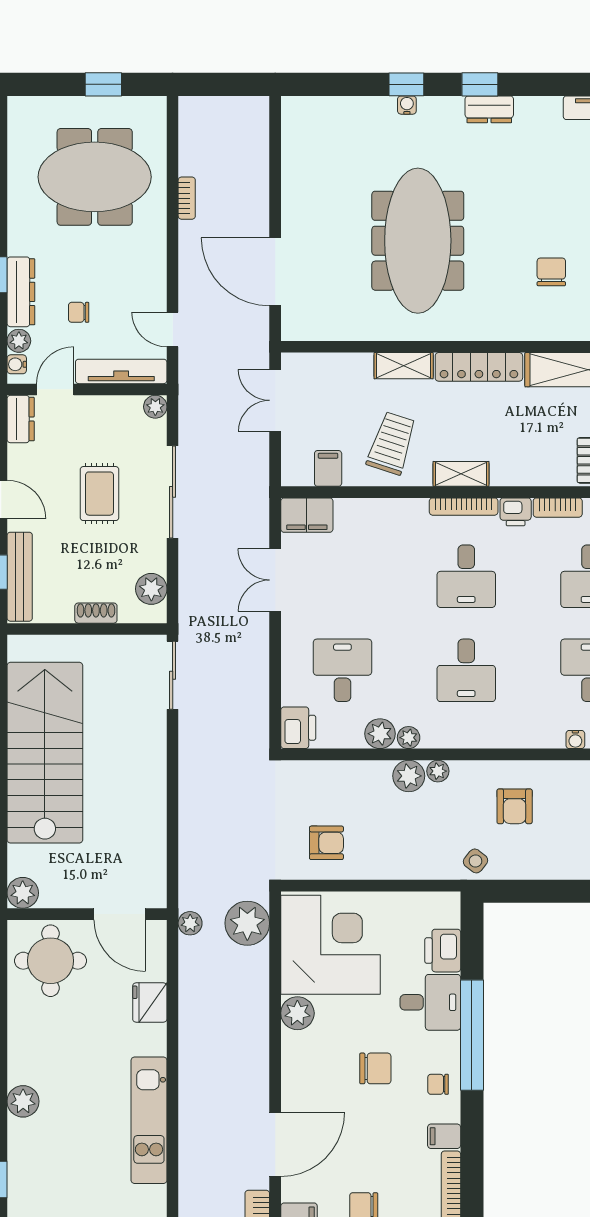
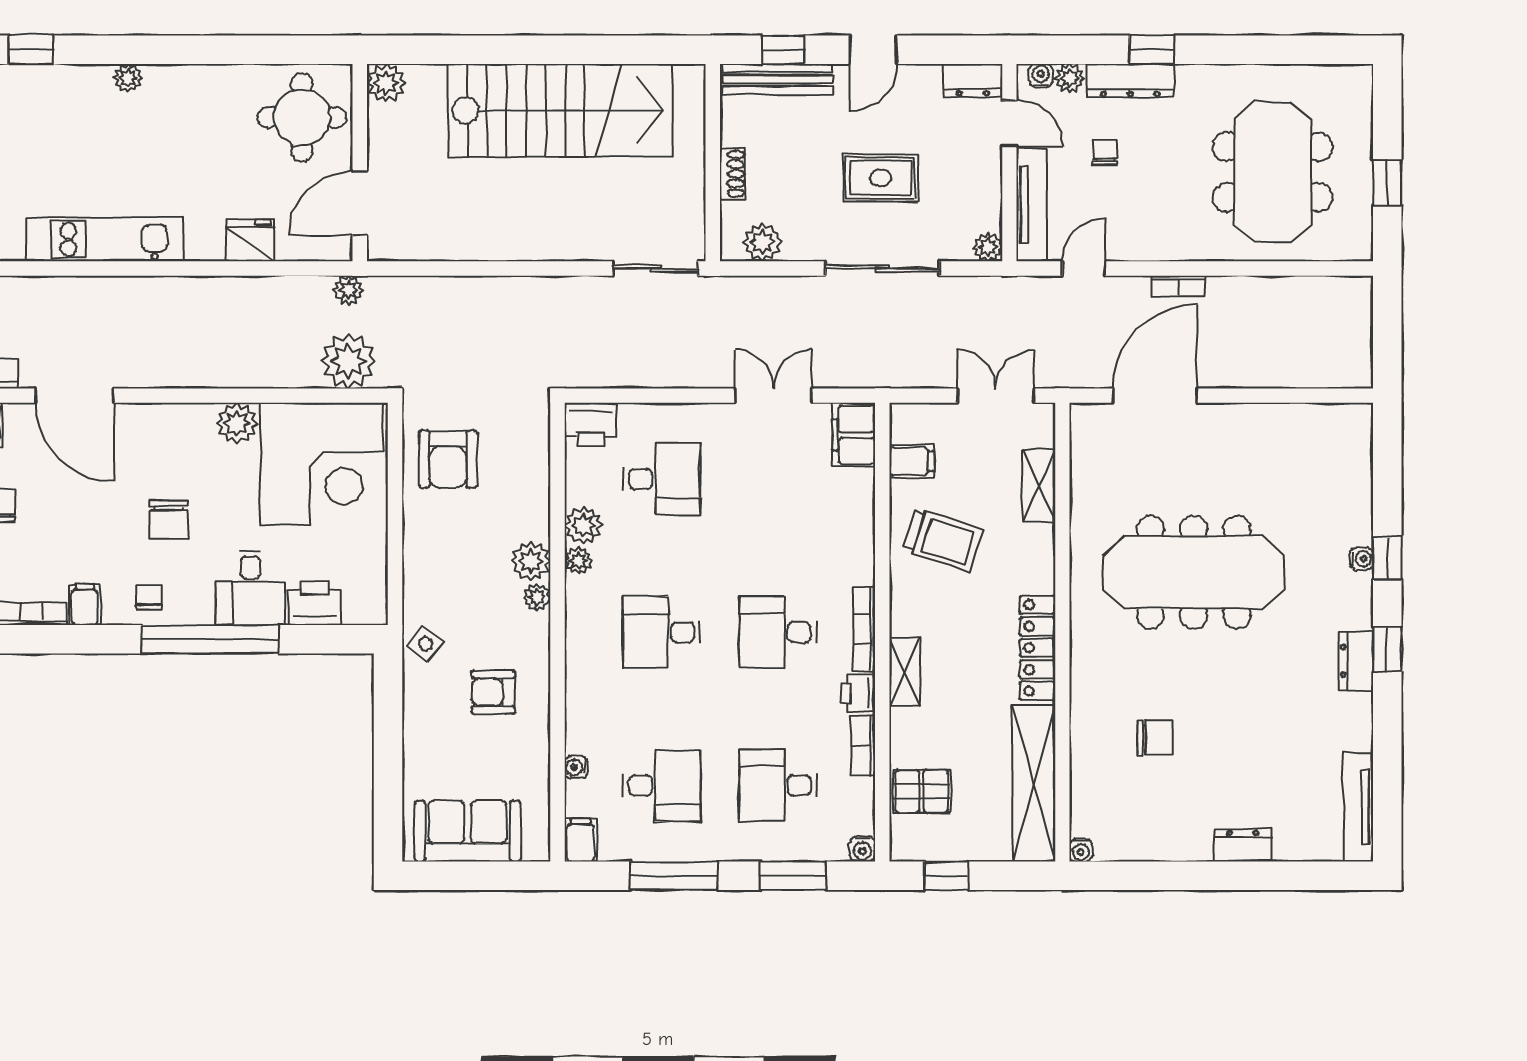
bookcase: (187, 198) -> (1178, 286), moved
shelving: (404, 366) -> (1039, 485), moved
shelving: (461, 474) -> (905, 672), moved
armchair: (326, 843) -> (448, 459), width x1.38, depth x1.38
plant: (23, 1101) -> (128, 78), width x0.73, depth x0.73

